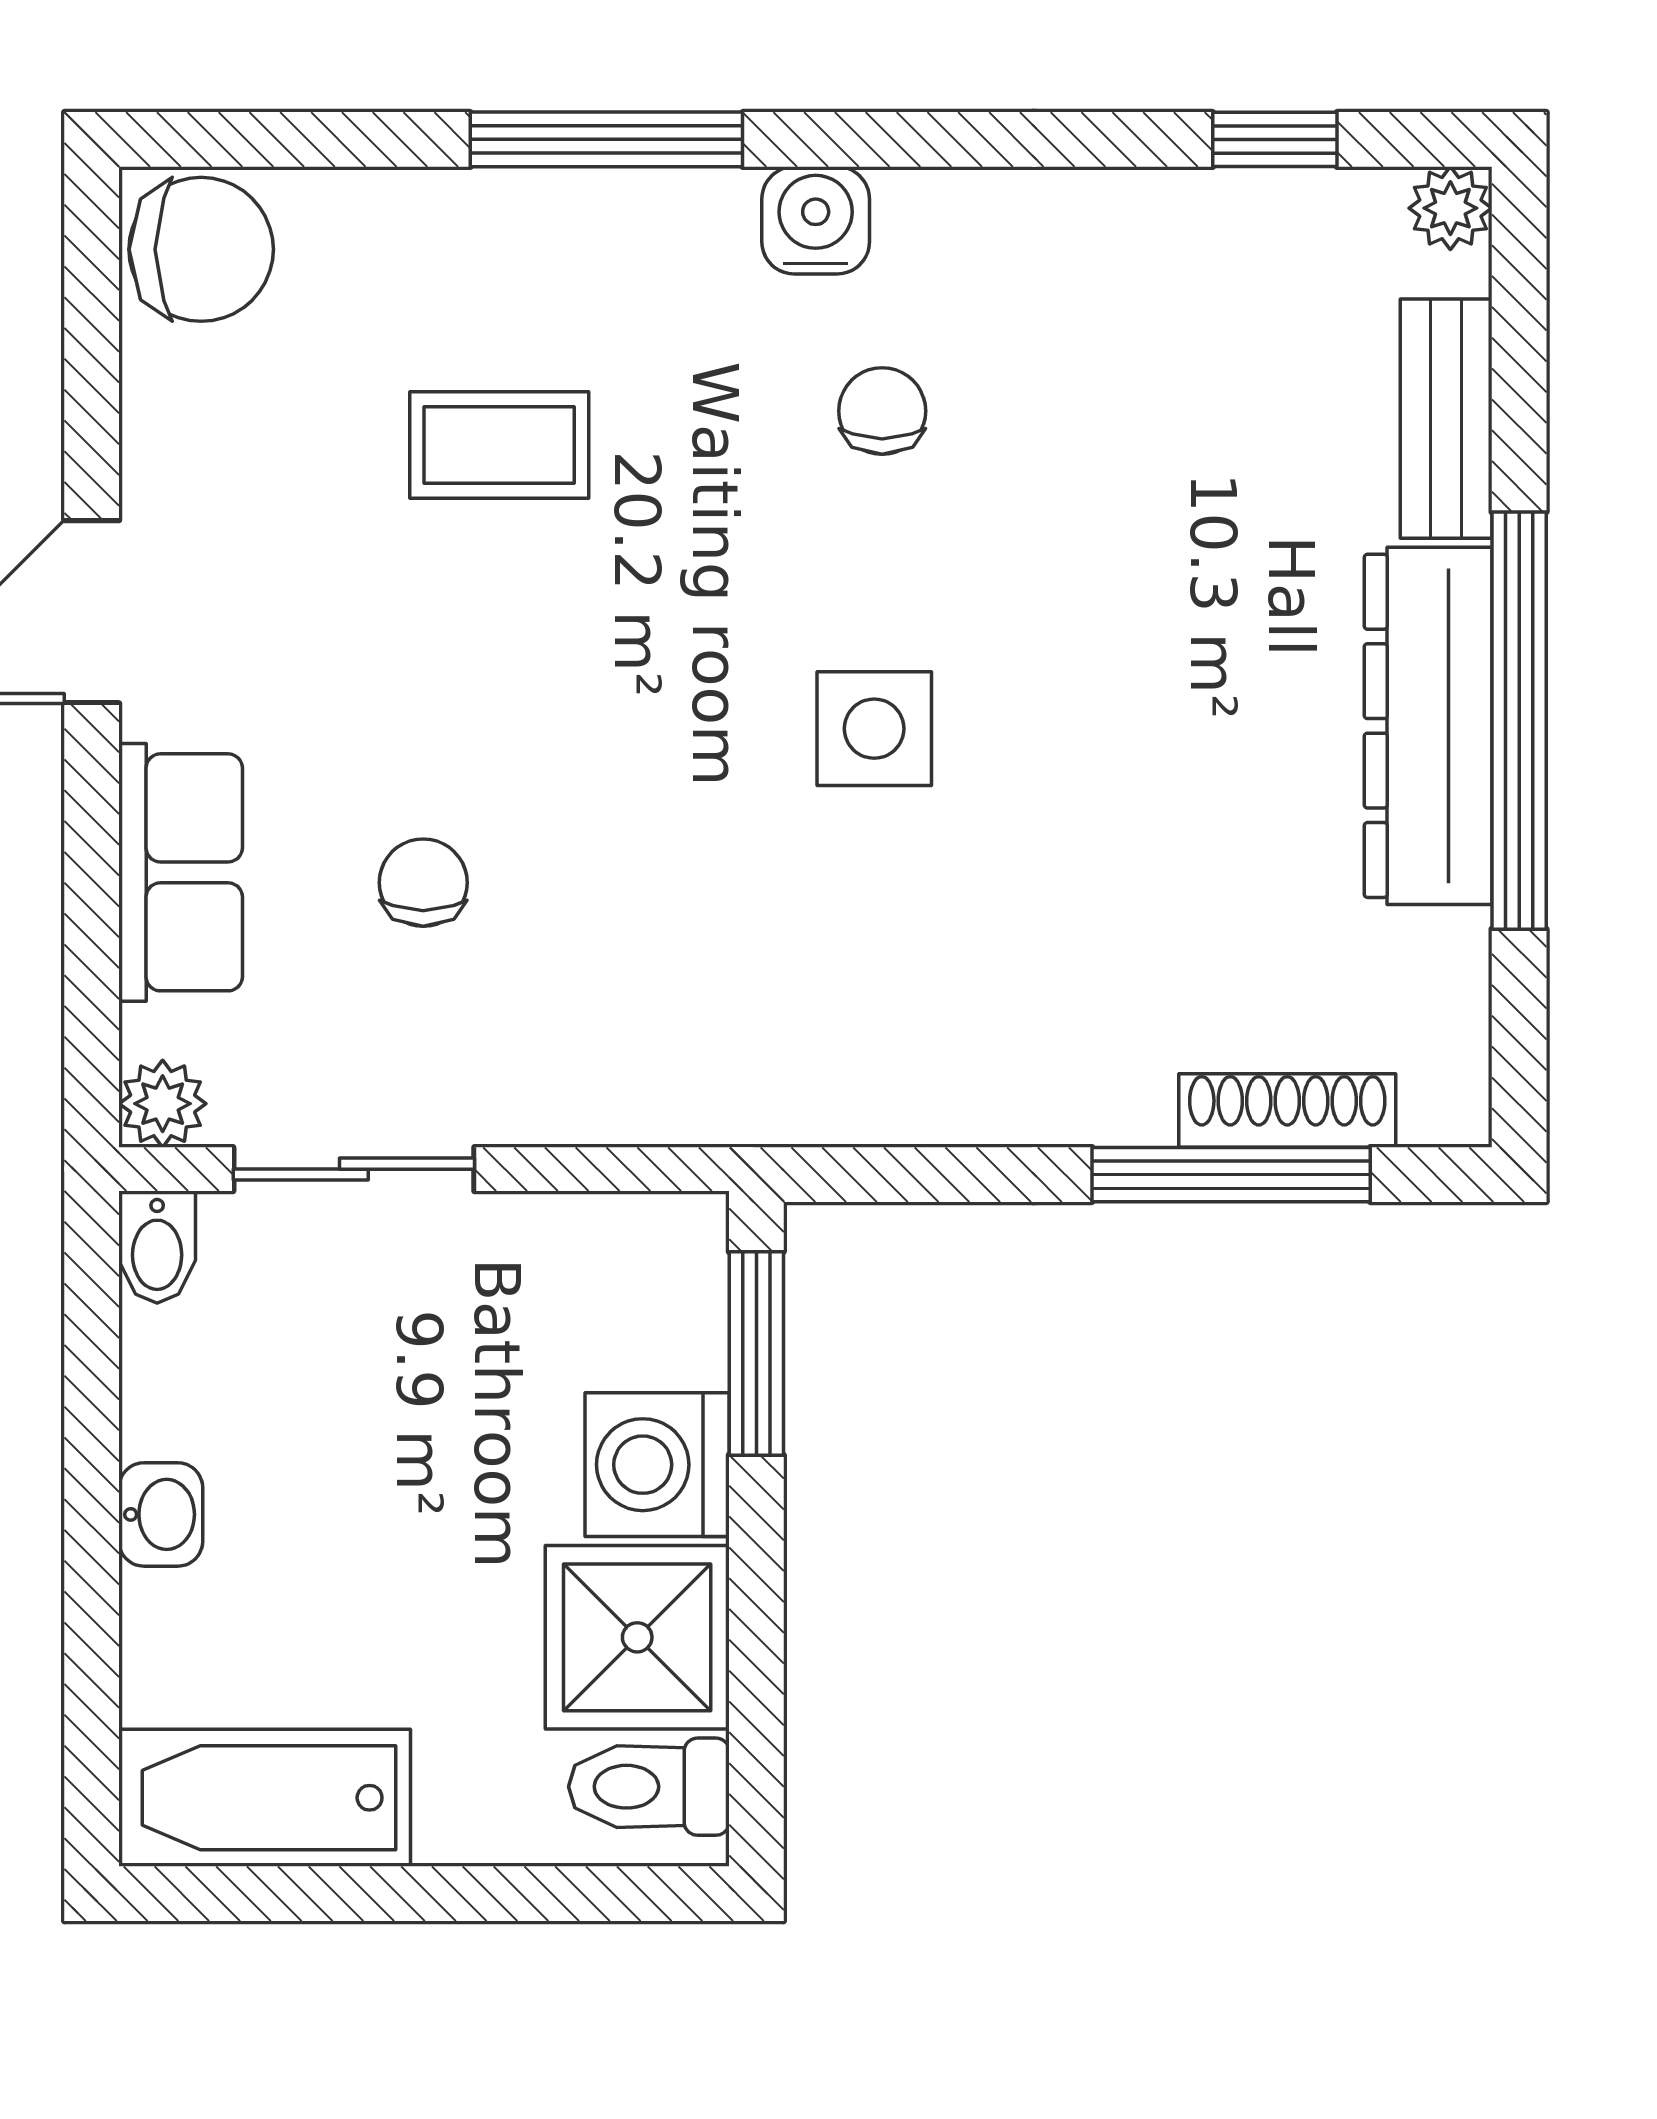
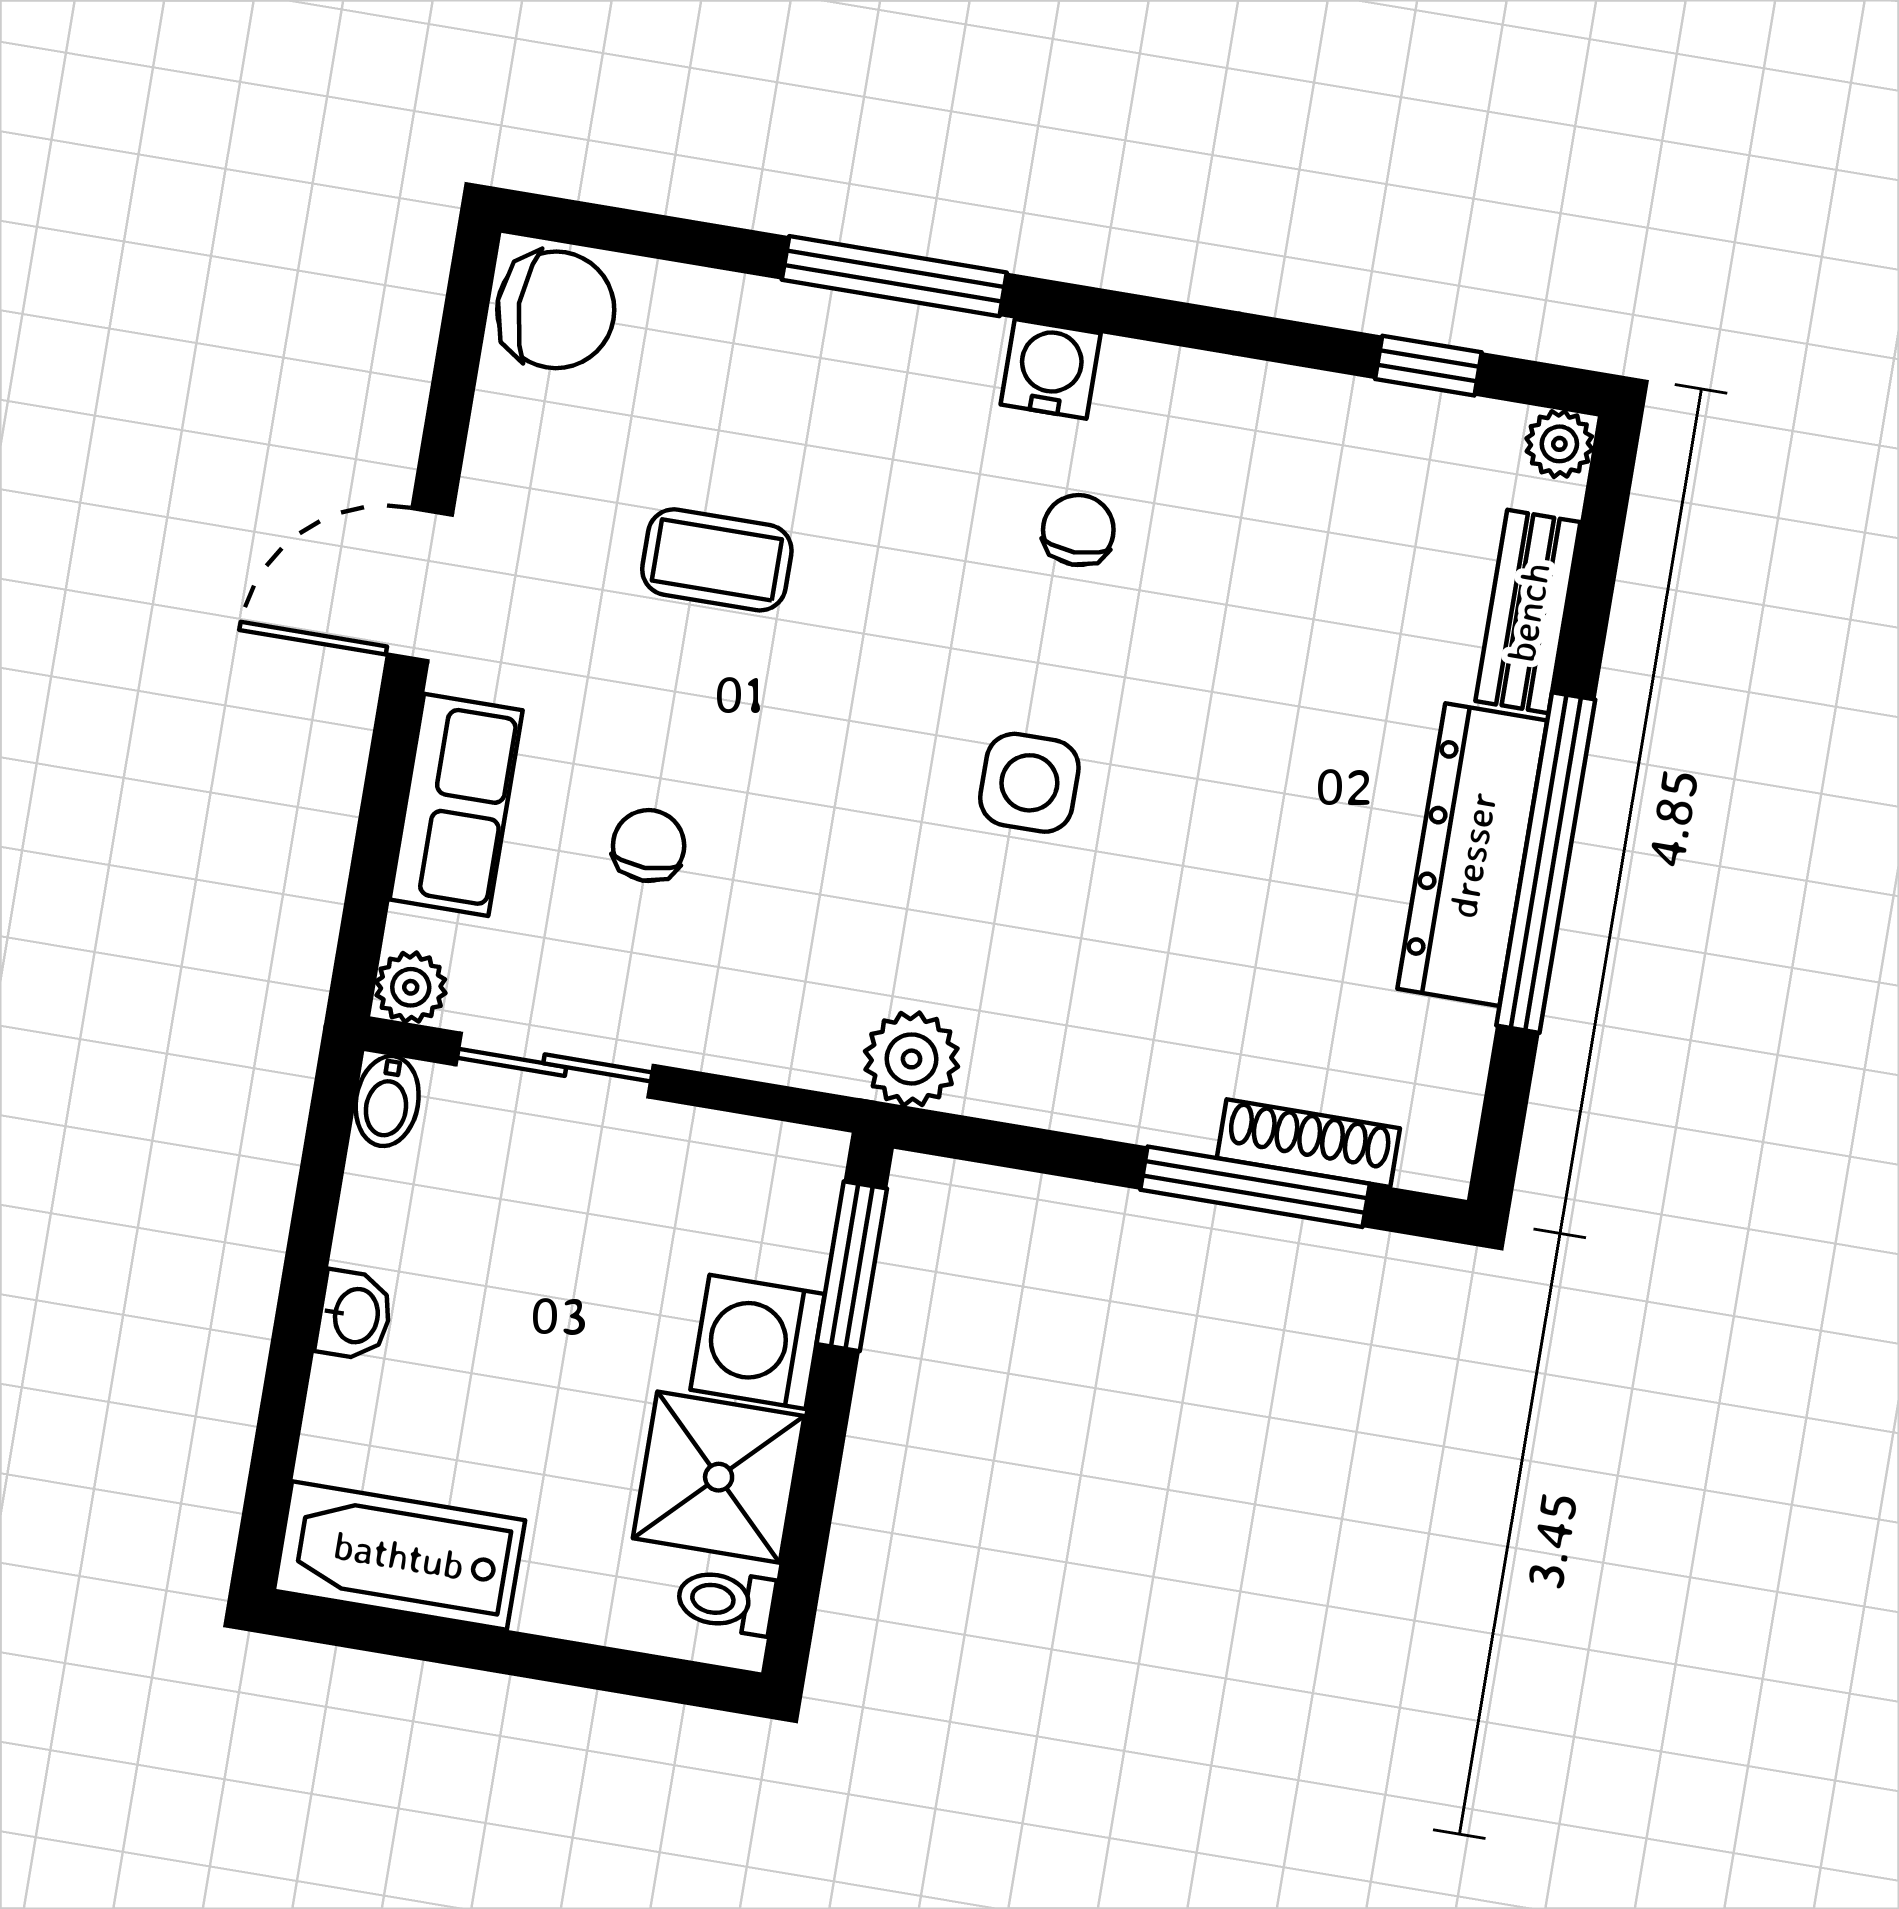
coffee table: (499, 445) -> (717, 560), moved
plant: (787, 1089) -> (911, 1059), added
toilet: (649, 1787) -> (726, 1601), width x0.73, depth x0.72

